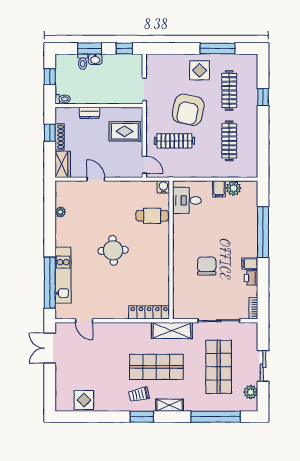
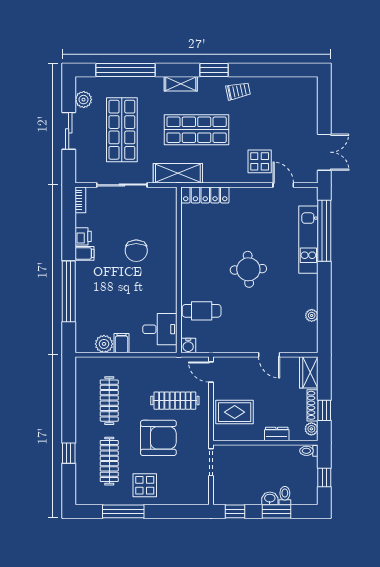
armchair: (188, 110) -> (158, 438), turned 78
plant: (61, 117) -> (311, 429), added
trolley: (139, 394) -> (238, 91), moved
display table: (84, 400) -> (260, 161), moved

